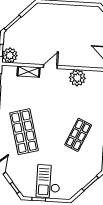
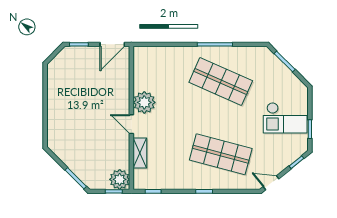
plant: (77, 78) -> (144, 102), moved
shop shelf: (24, 132) -> (221, 154), turned 30
shop shelf: (78, 135) -> (221, 82), width x1.43, depth x1.36

